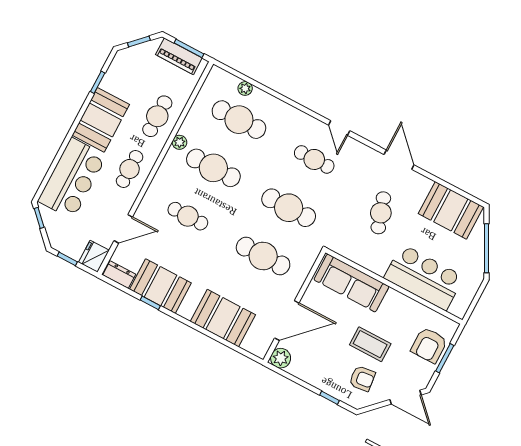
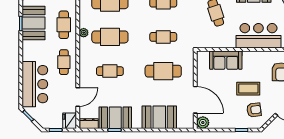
booth: (101, 120) -> (34, 23), moved
cafe table: (289, 208) -> (163, 37), width x0.73, depth x0.74
sofa: (351, 283) -> (226, 60), width x0.73
door: (287, 320) -> (195, 100), hinge flipped

